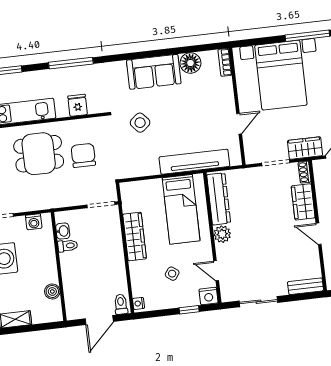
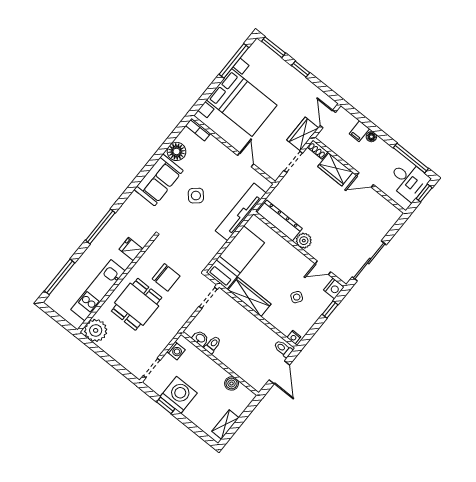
side table: (140, 123) -> (196, 196), moved
chair: (83, 155) -> (166, 277), turned 180
bed: (181, 209) -> (235, 257), moved, turned -90
bench: (305, 286) -> (389, 222), removed
sliding door: (258, 302) -> (369, 261), width x1.37

